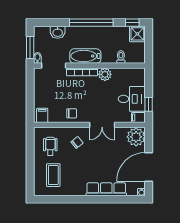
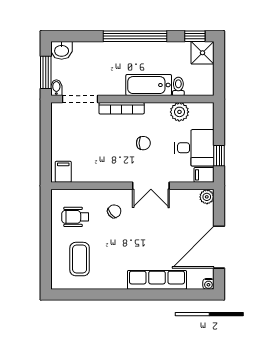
washbasin: (58, 32) -> (62, 50), moved
bathtub: (85, 56) -> (149, 85), moved
plant: (105, 74) -> (179, 112), moved
chair: (72, 113) -> (143, 143), moved
plant: (136, 137) -> (207, 197), width x0.53, depth x0.53
wheelchair: (50, 146) -> (75, 217), turned -90

